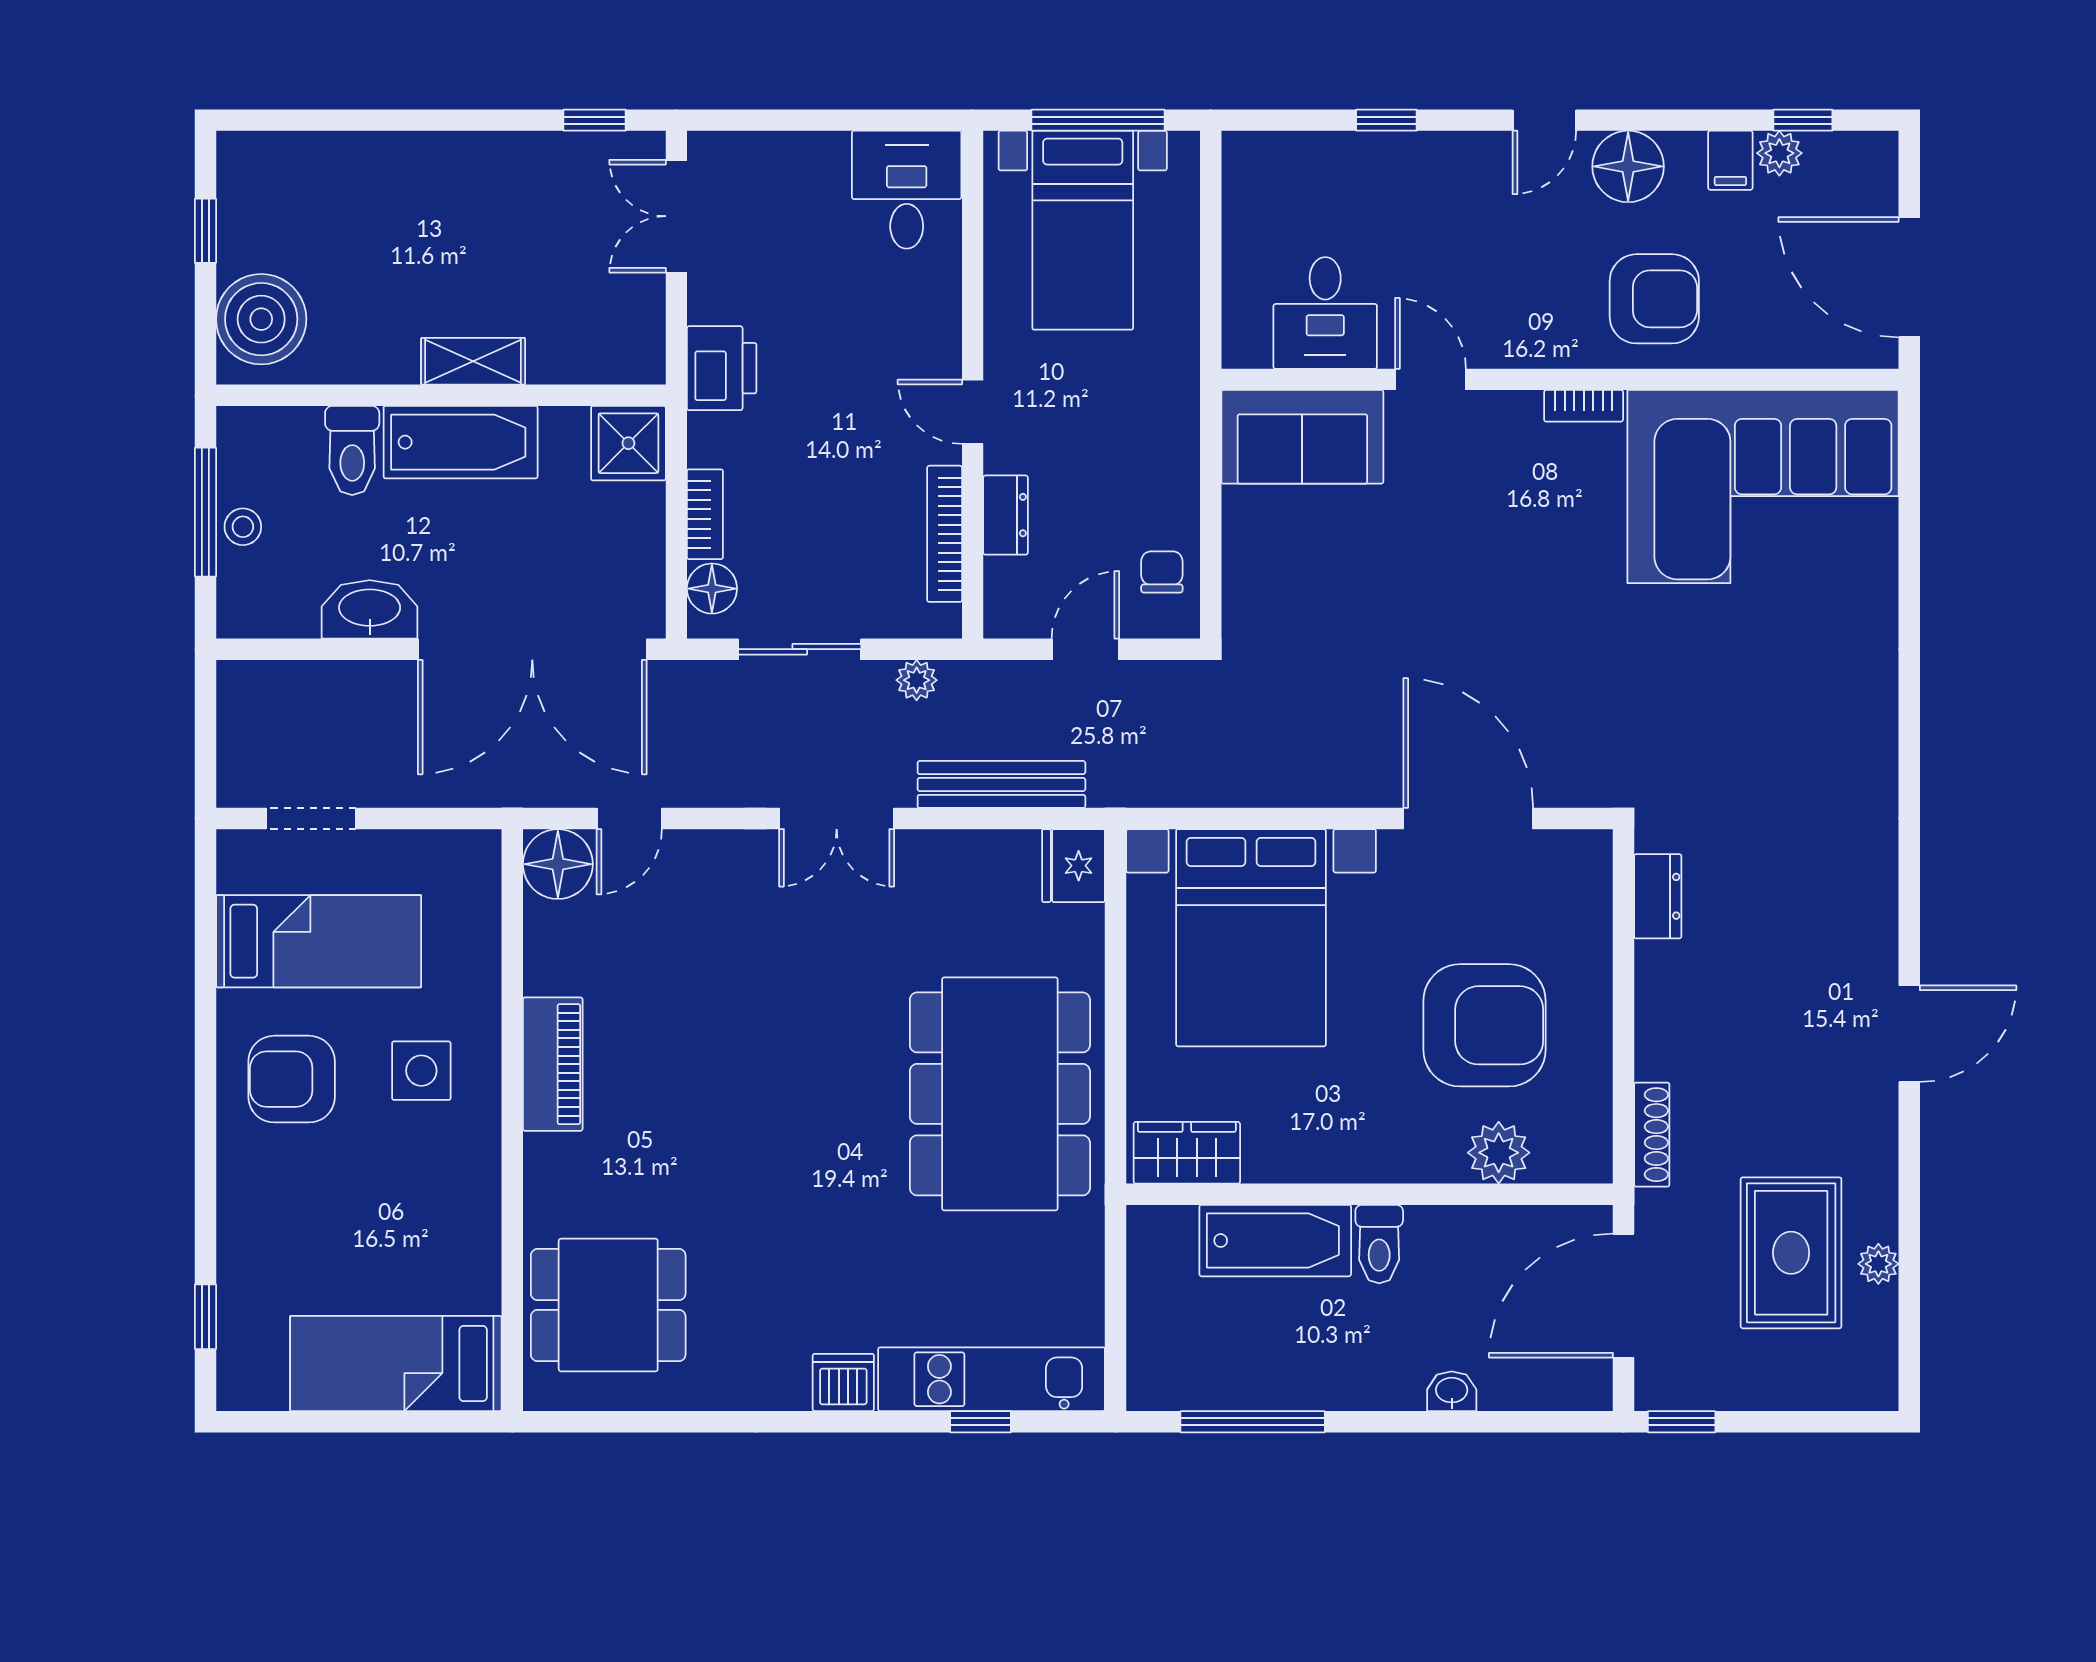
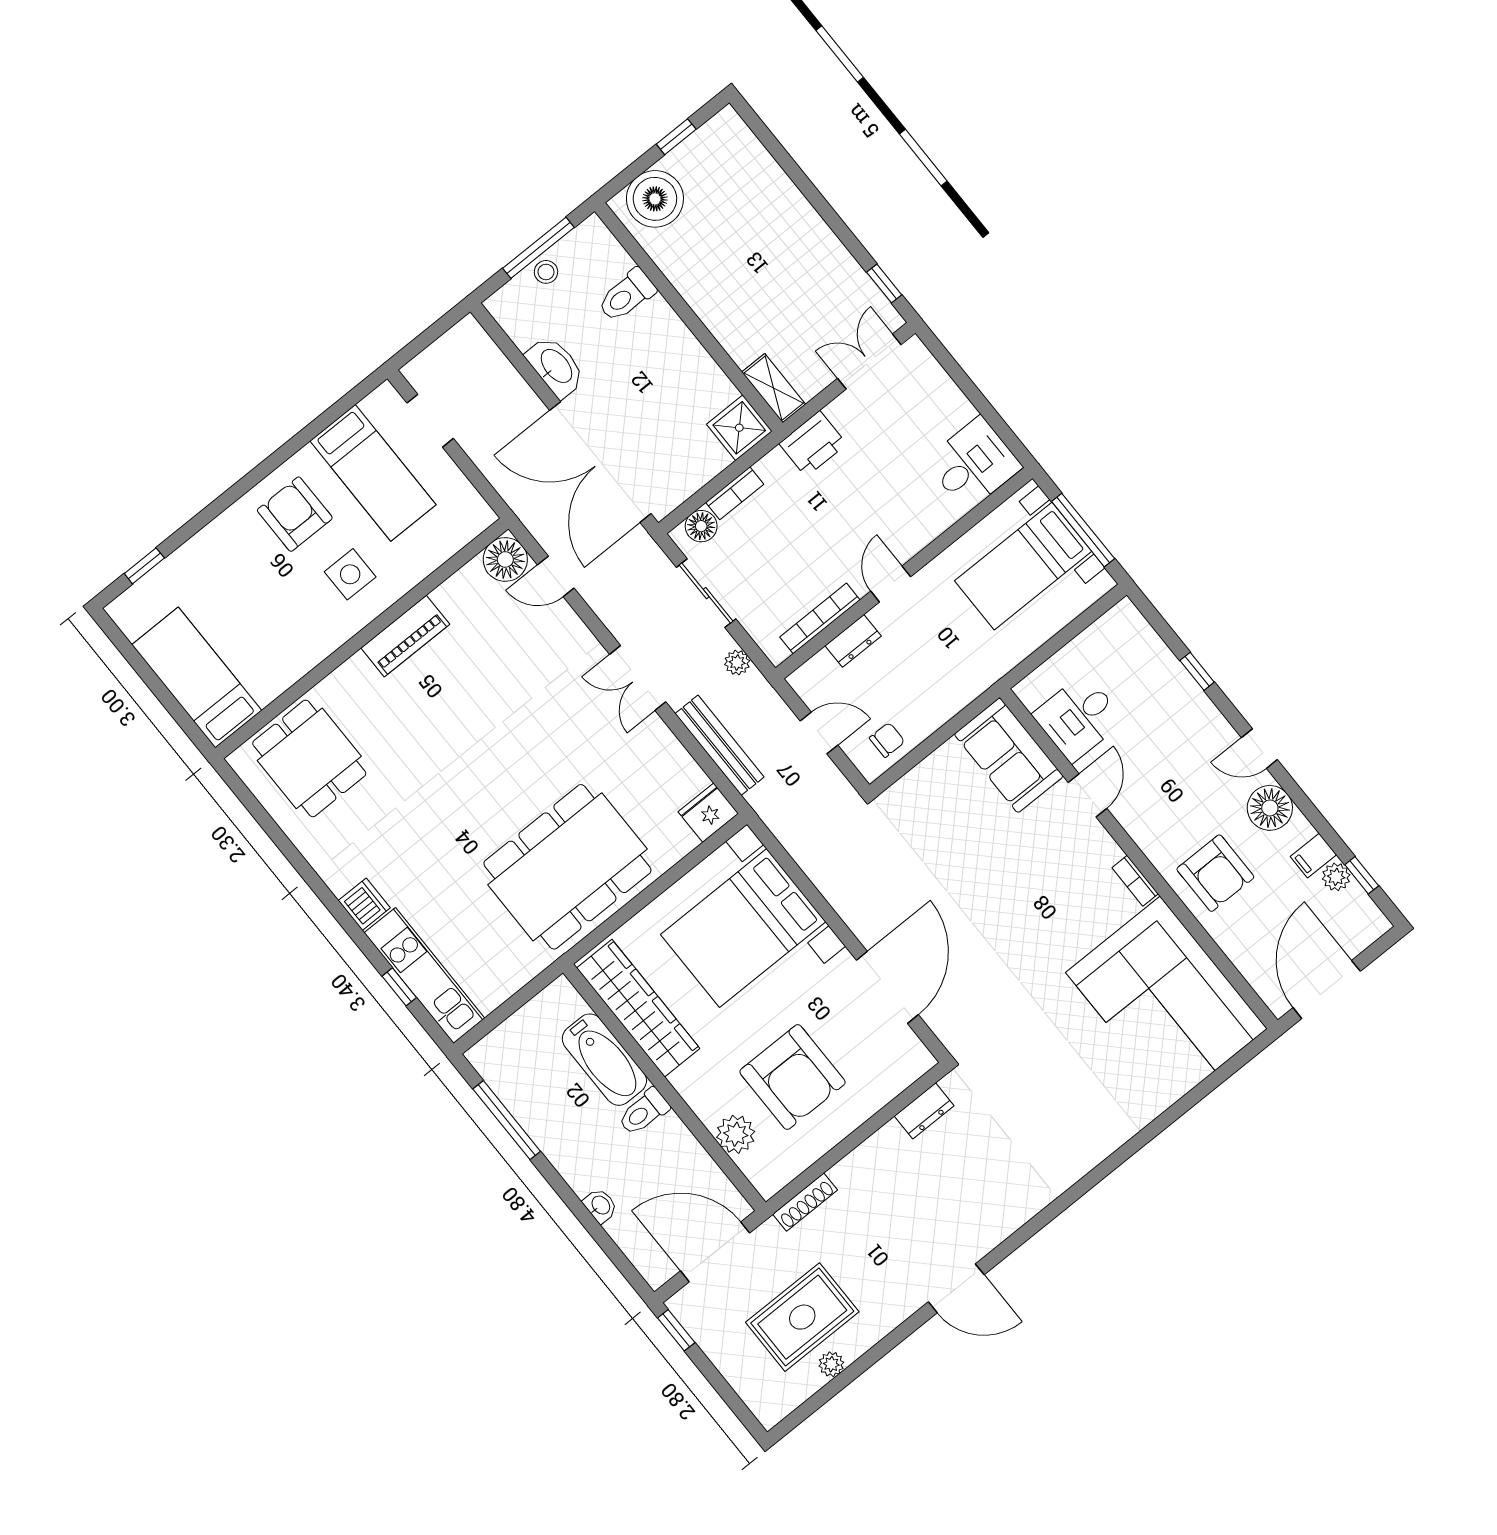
shelving: (473, 361) -> (774, 388), moved
bathtub: (461, 442) -> (673, 345), removed
wardrobe: (1187, 1153) -> (638, 1008), width x2.10, depth x1.17

